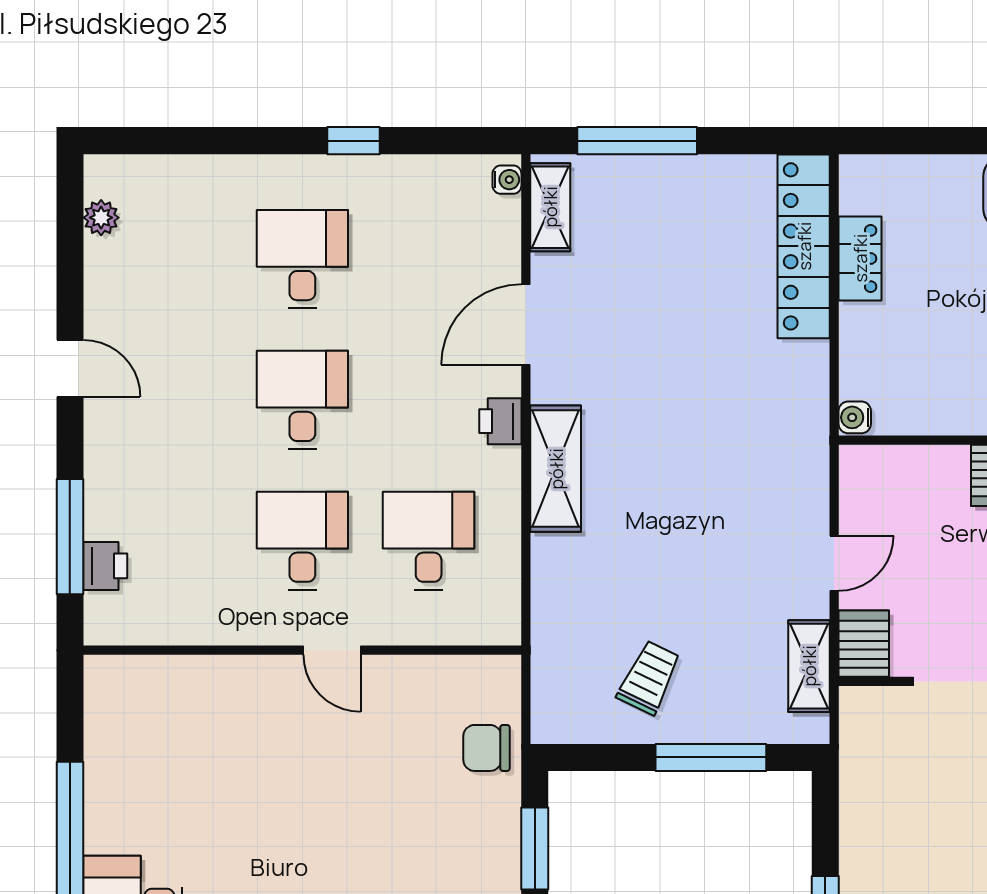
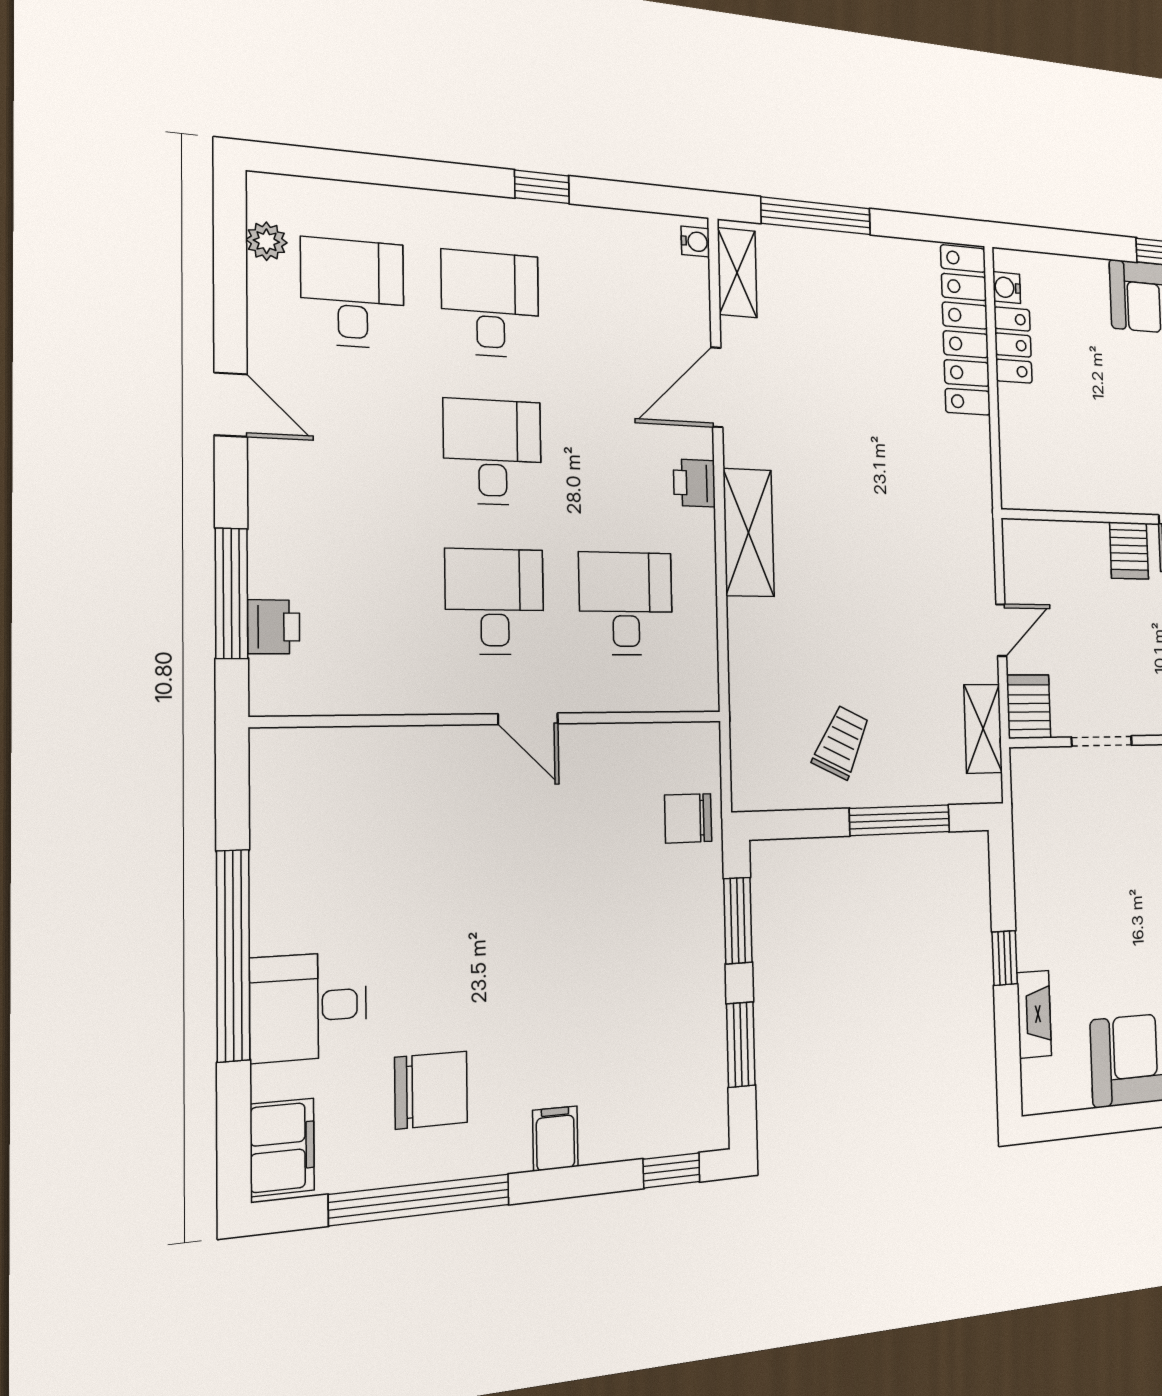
desk: (176, 259) -> (353, 293), added
water cooler: (855, 417) -> (1007, 288), moved

